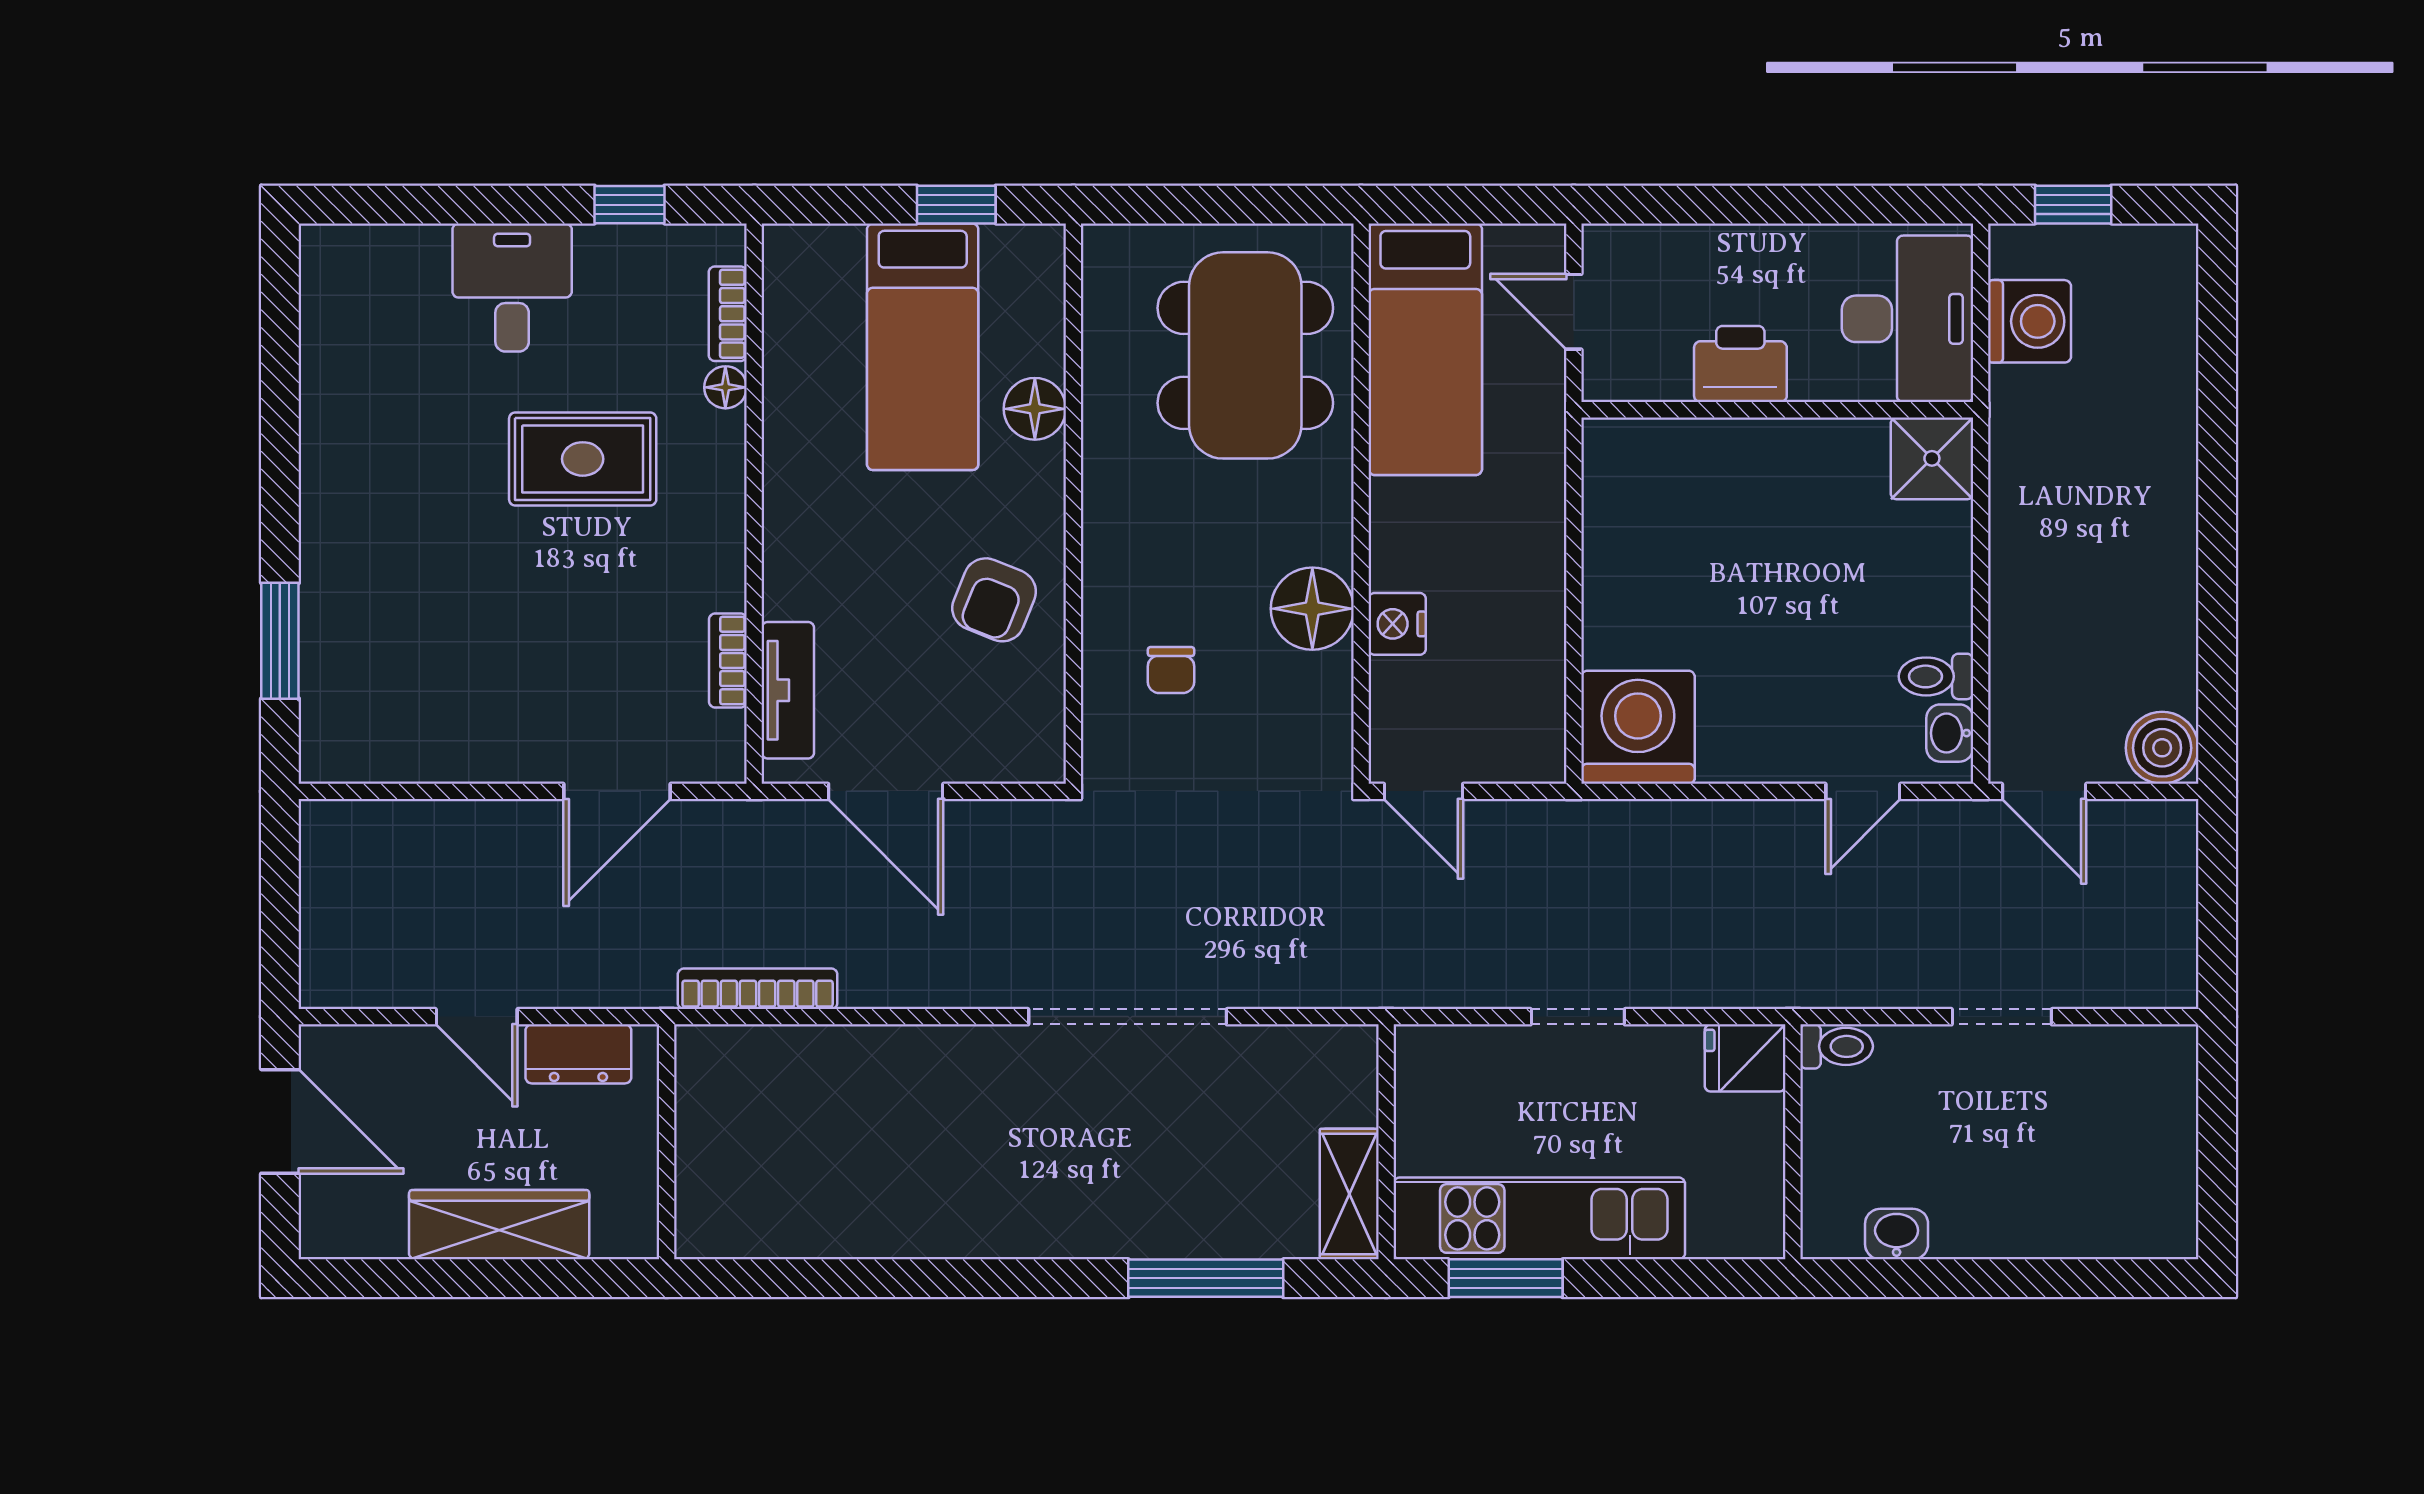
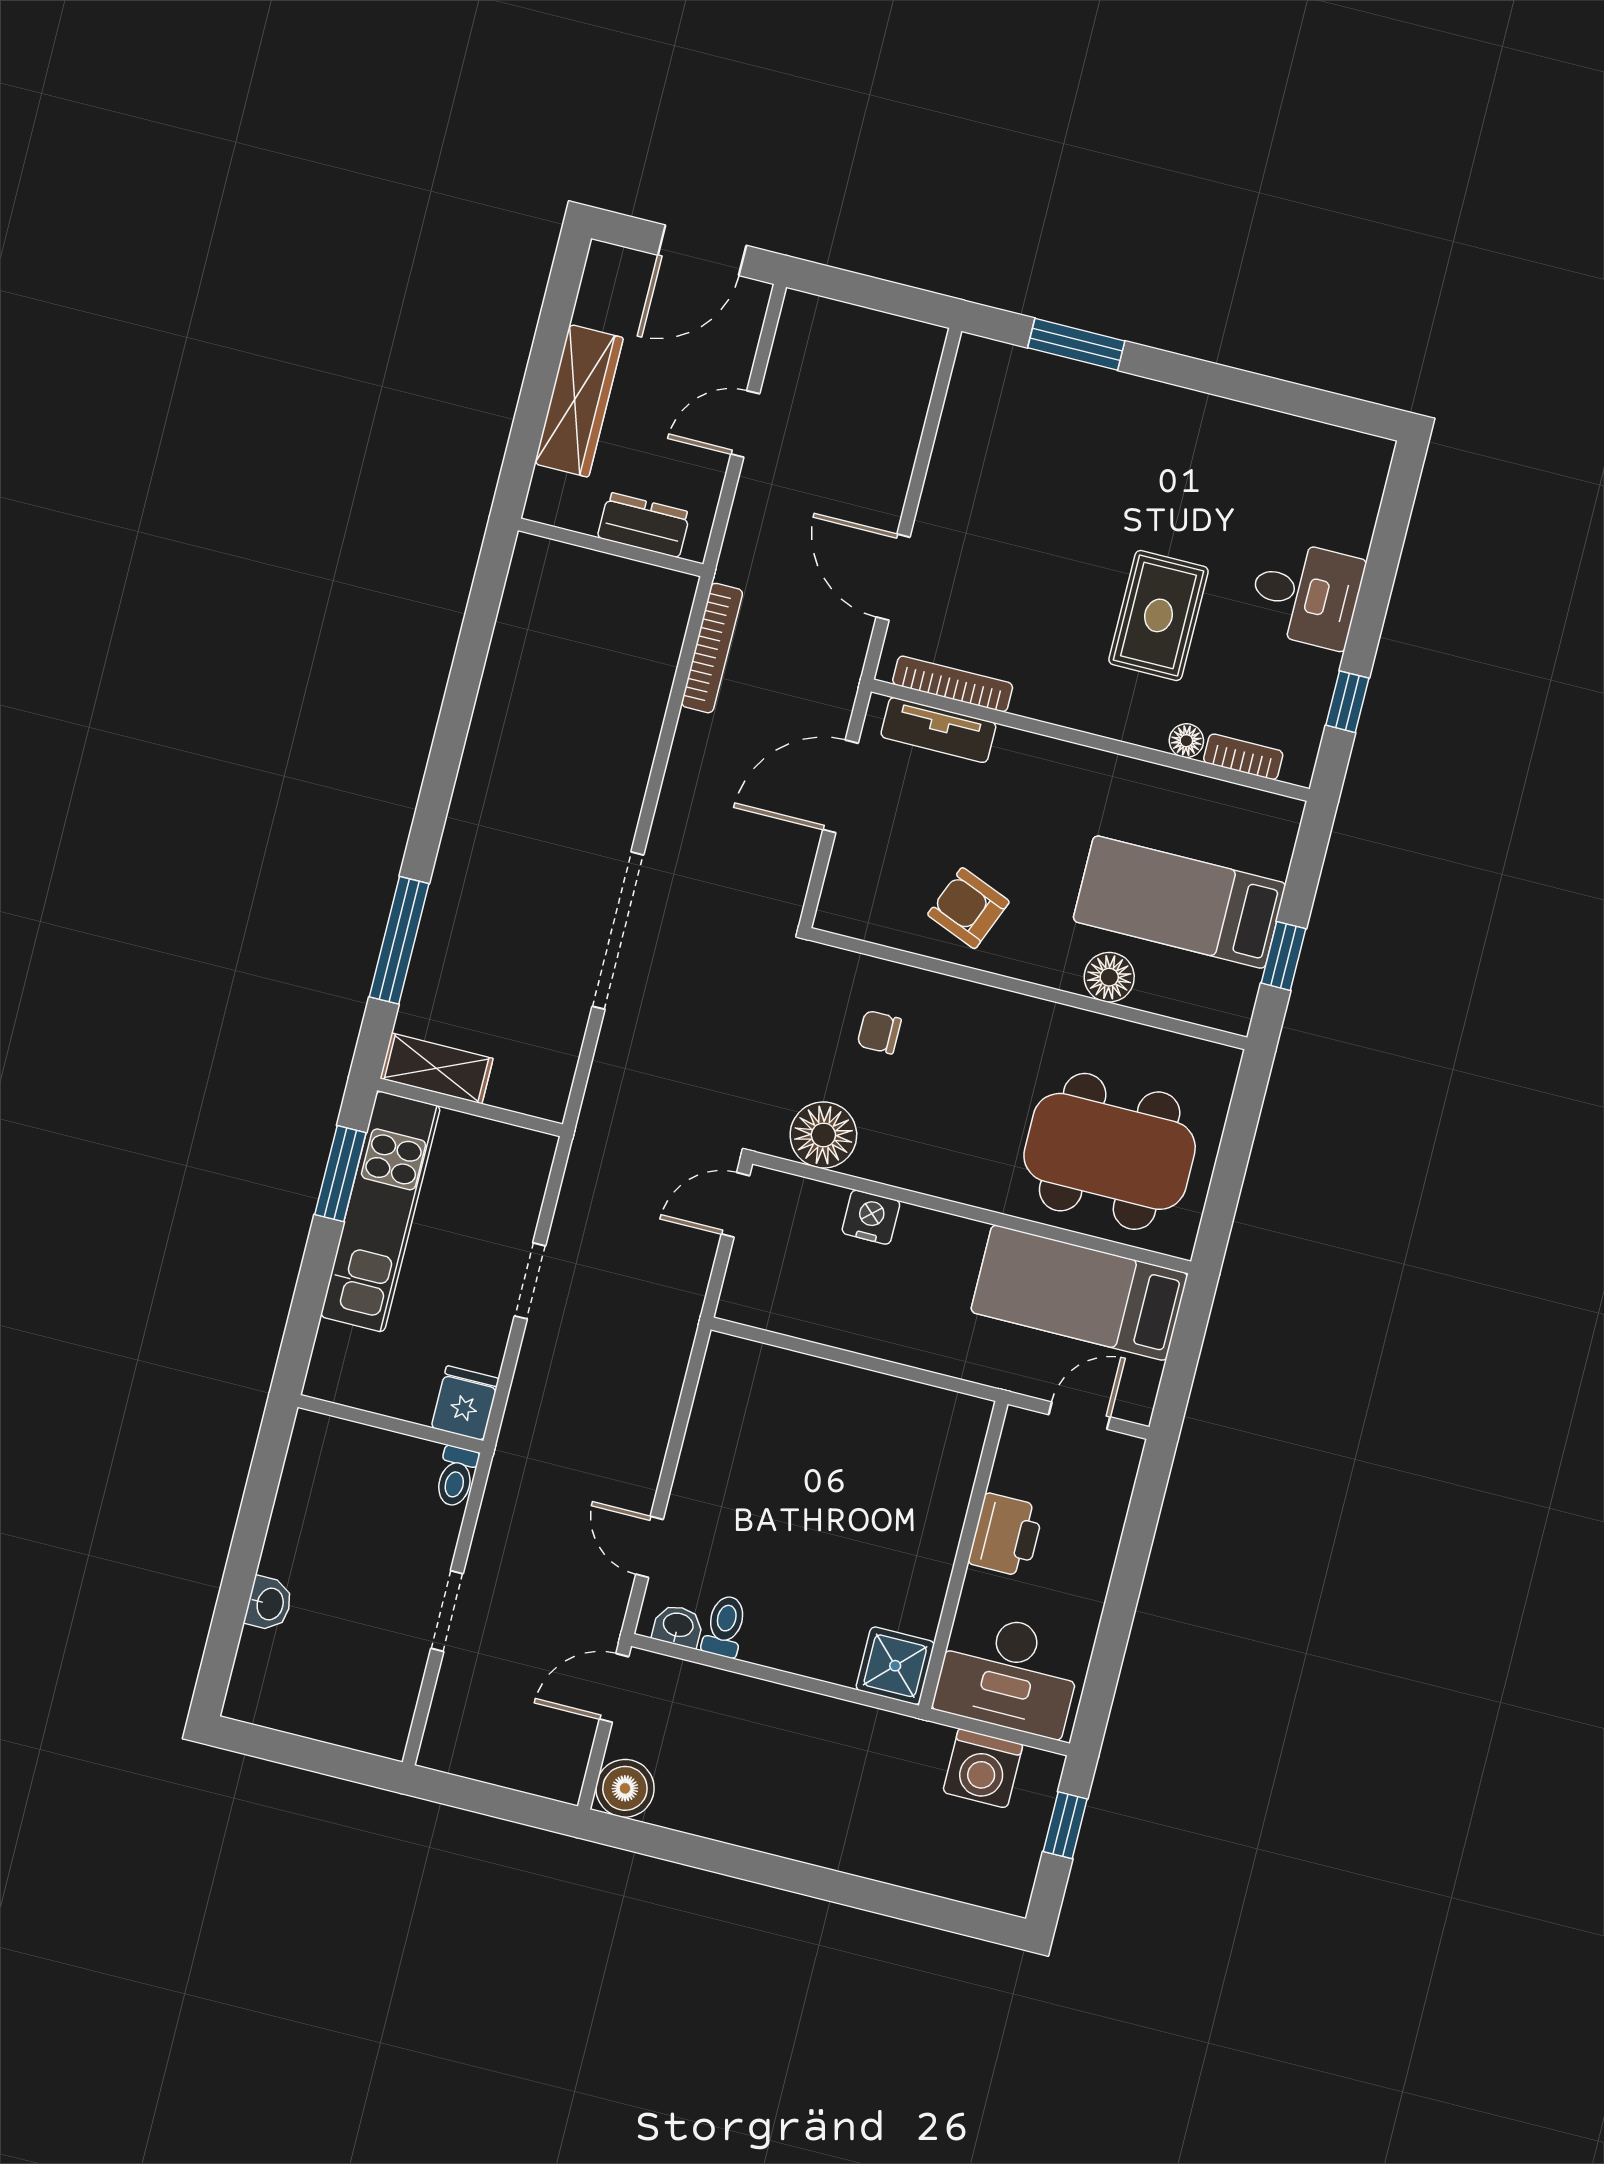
floor lamp: (1312, 609) -> (823, 1135), moved
bookcase: (728, 661) -> (953, 684), width x1.56
washing machine: (1638, 727) -> (743, 1384), removed
dresser: (578, 1054) -> (644, 525), moved, turned 90
washbasin: (1897, 1234) -> (269, 1604), moved

